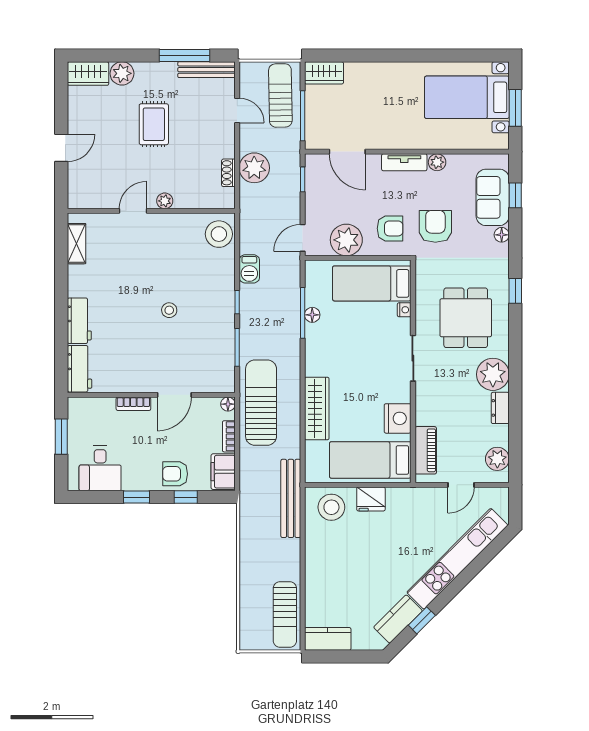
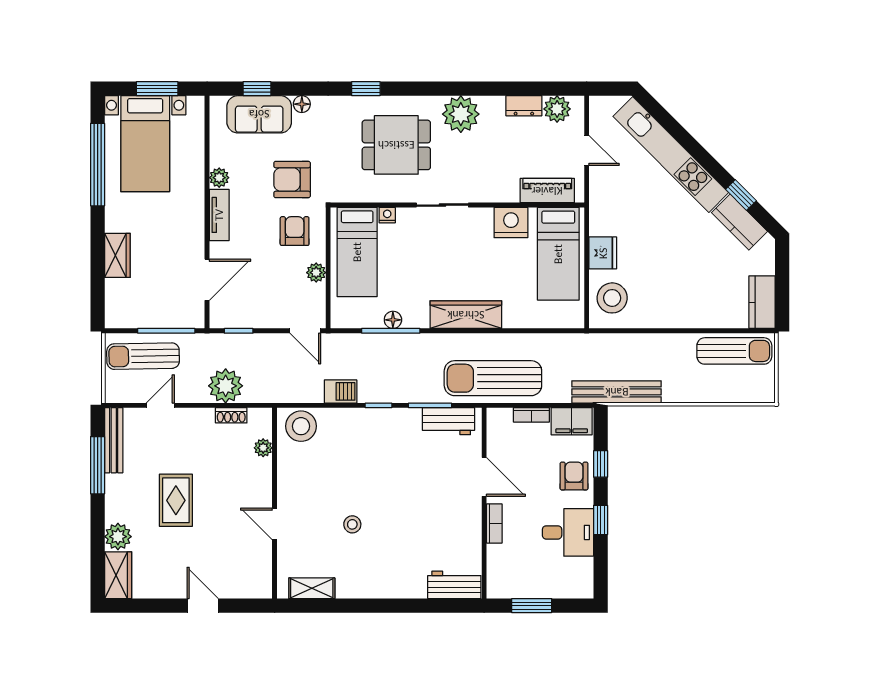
window: (449, 56) -> (98, 165), added
wardrobe: (324, 73) -> (117, 255), moved
rug: (154, 124) -> (176, 500), turned 90
plant: (165, 201) -> (263, 448), moved
plant: (346, 240) -> (316, 273), width x0.53, depth x0.53
stool: (169, 310) -> (352, 524), moved
workbench: (79, 321) -> (448, 421), moved, turned 180
floor lamp: (228, 404) -> (495, 416), removed
wardrobe: (317, 408) -> (466, 315), moved
dresser: (500, 408) -> (524, 106), moved
desk: (100, 468) -> (568, 532), moved
armchair: (175, 474) -> (574, 476), turned 180
bench: (291, 498) -> (617, 392), moved

